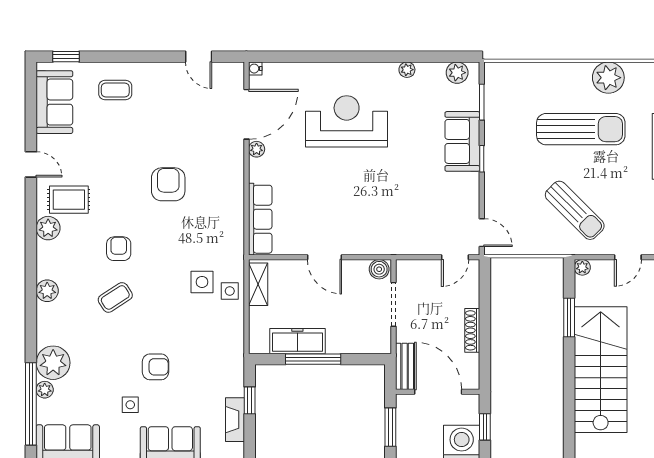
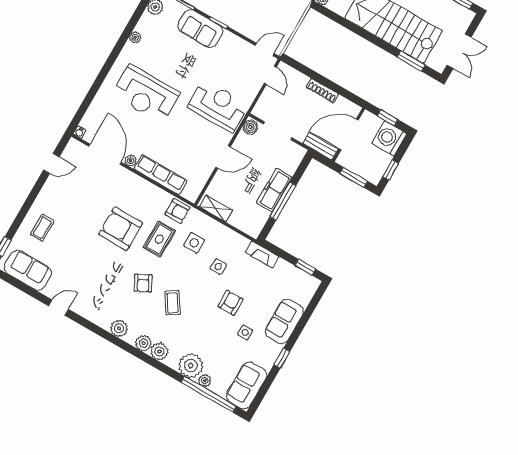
reception desk: (347, 121) -> (146, 94), turned -90
armchair: (168, 184) -> (121, 229), width x1.36, depth x1.36
rug: (69, 200) -> (159, 239), moved
reception desk: (382, 216) -> (218, 106), added
row of seats: (260, 219) -> (161, 175), moved
plant: (48, 228) -> (119, 328), moved
armchair: (229, 240) -> (177, 211), added
armchair: (119, 249) -> (143, 283), turned -118
side table: (230, 291) -> (218, 266), moved
plant: (48, 315) -> (159, 351), added
window: (569, 318) -> (411, 61), moved
freezer: (297, 341) -> (274, 190), moved
window: (250, 400) -> (305, 267), moved
fireplace: (235, 420) -> (262, 255), moved

